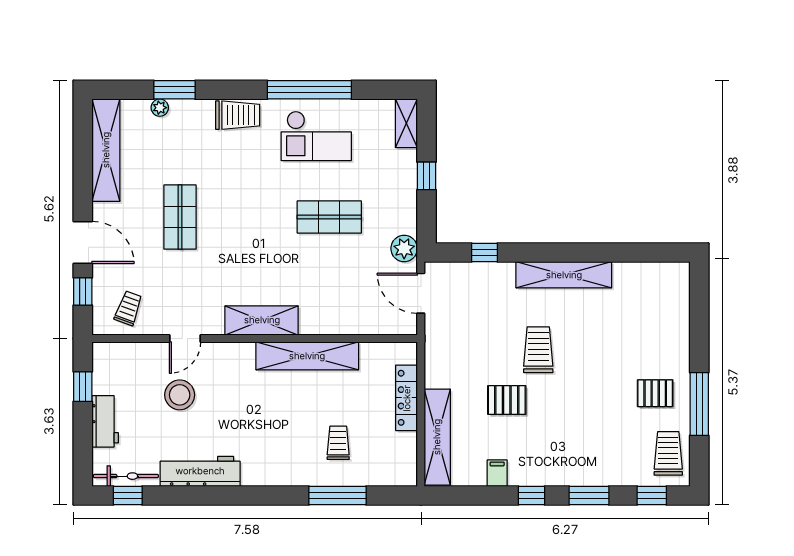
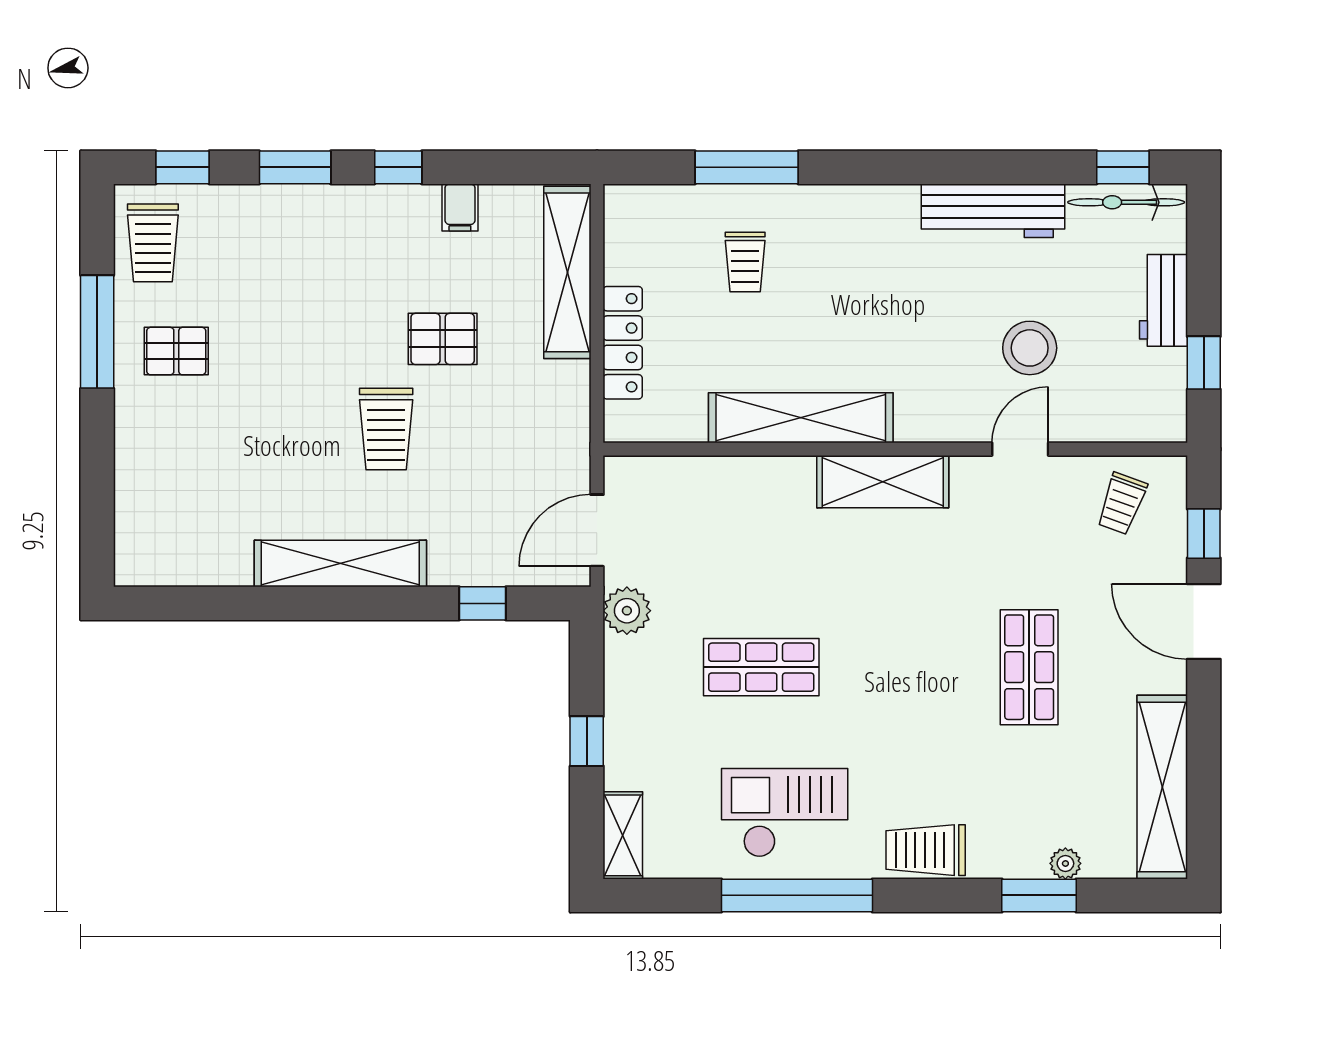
door: (421, 293) -> (597, 530), swing flipped

